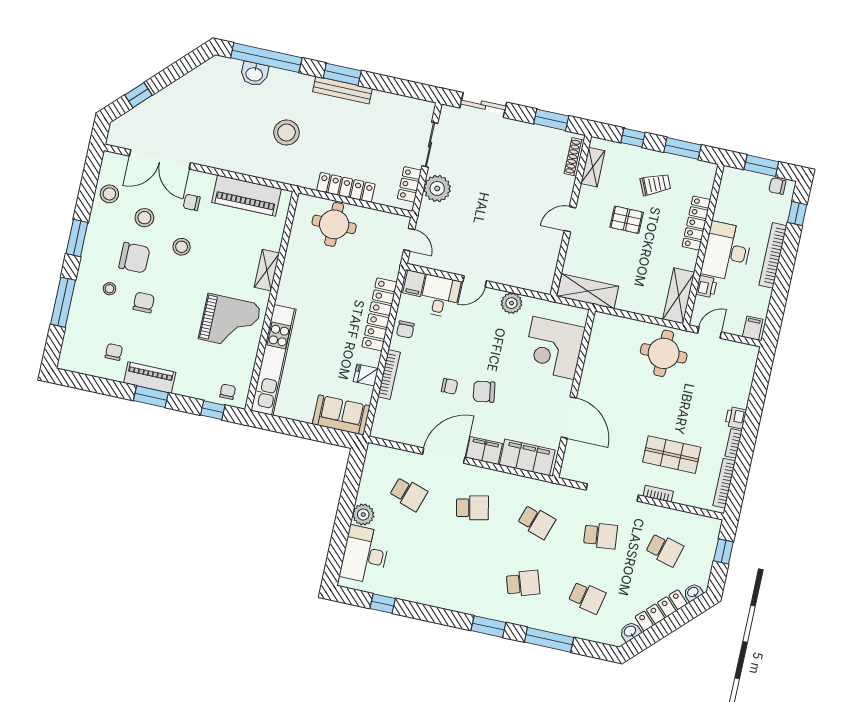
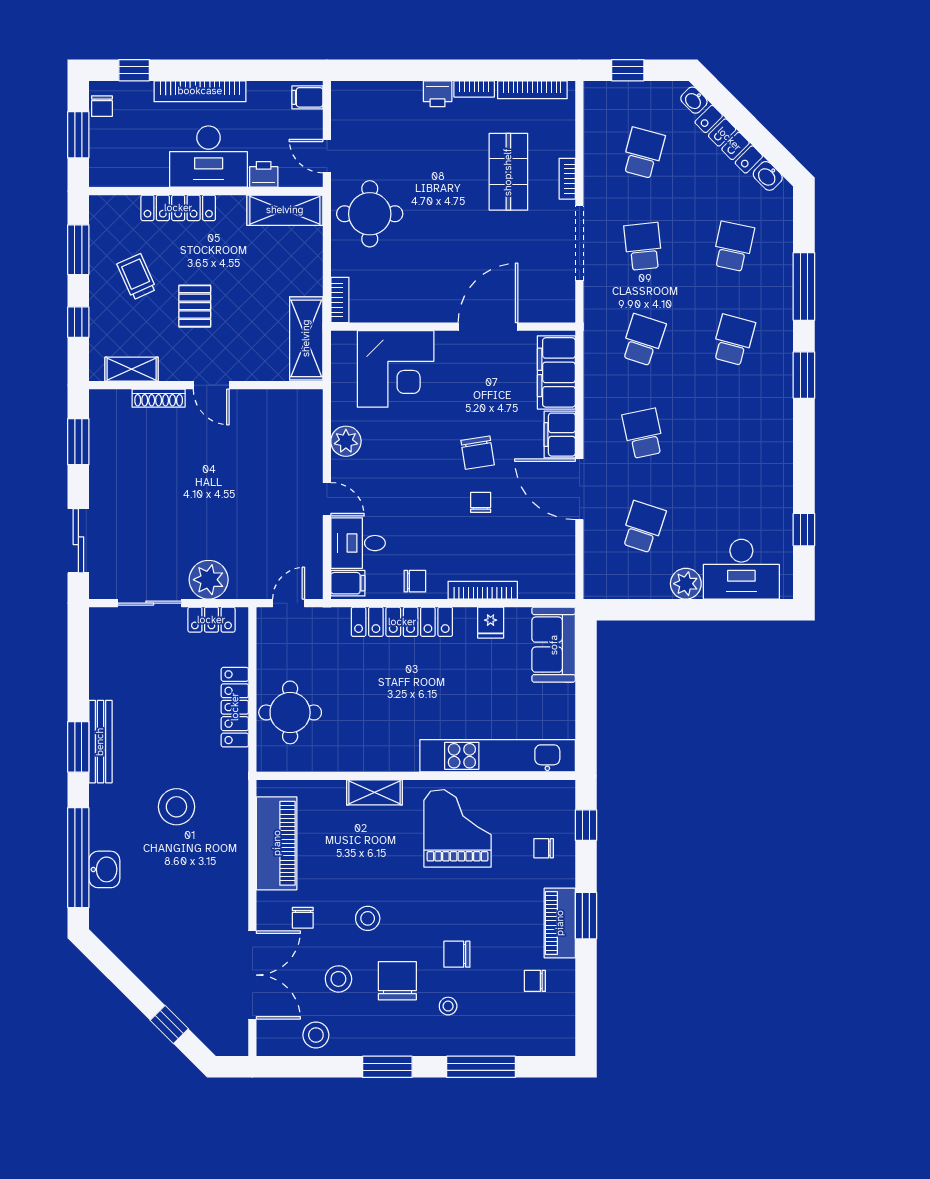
shoe rack: (574, 157) -> (159, 398), moved
bookcase: (609, 320) -> (340, 300), added
chair: (228, 392) -> (544, 848), moved
school desk: (523, 583) -> (733, 340), turned 33

